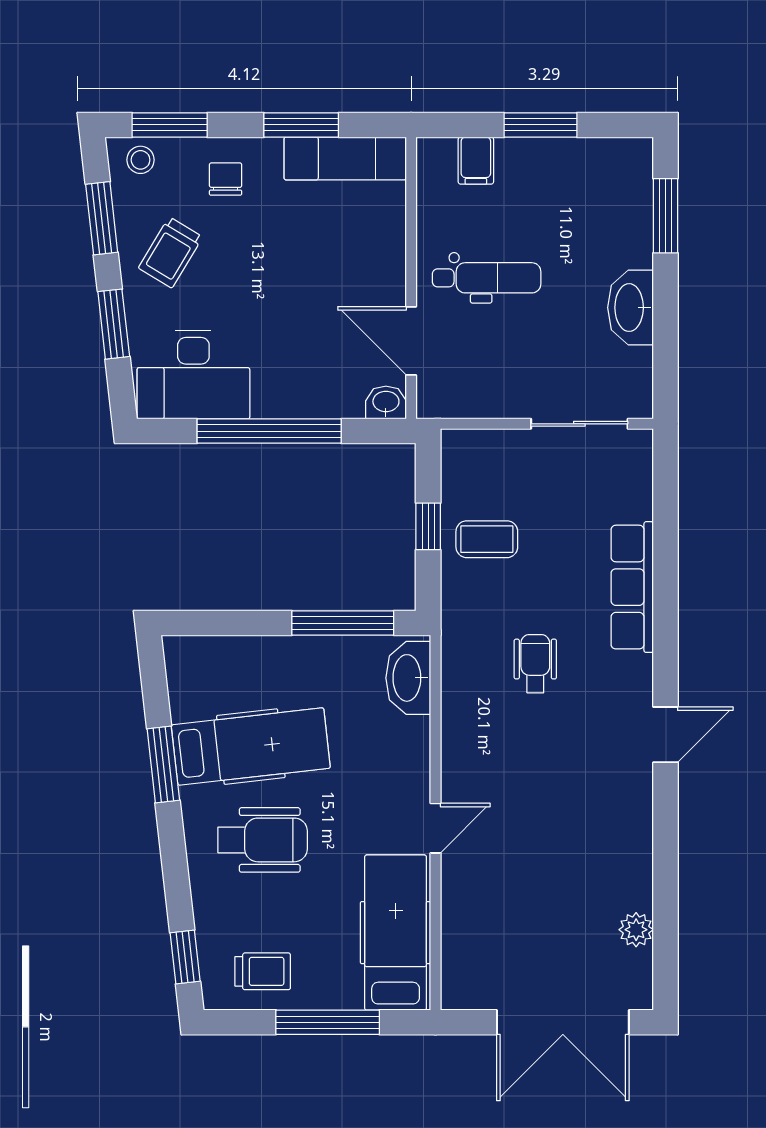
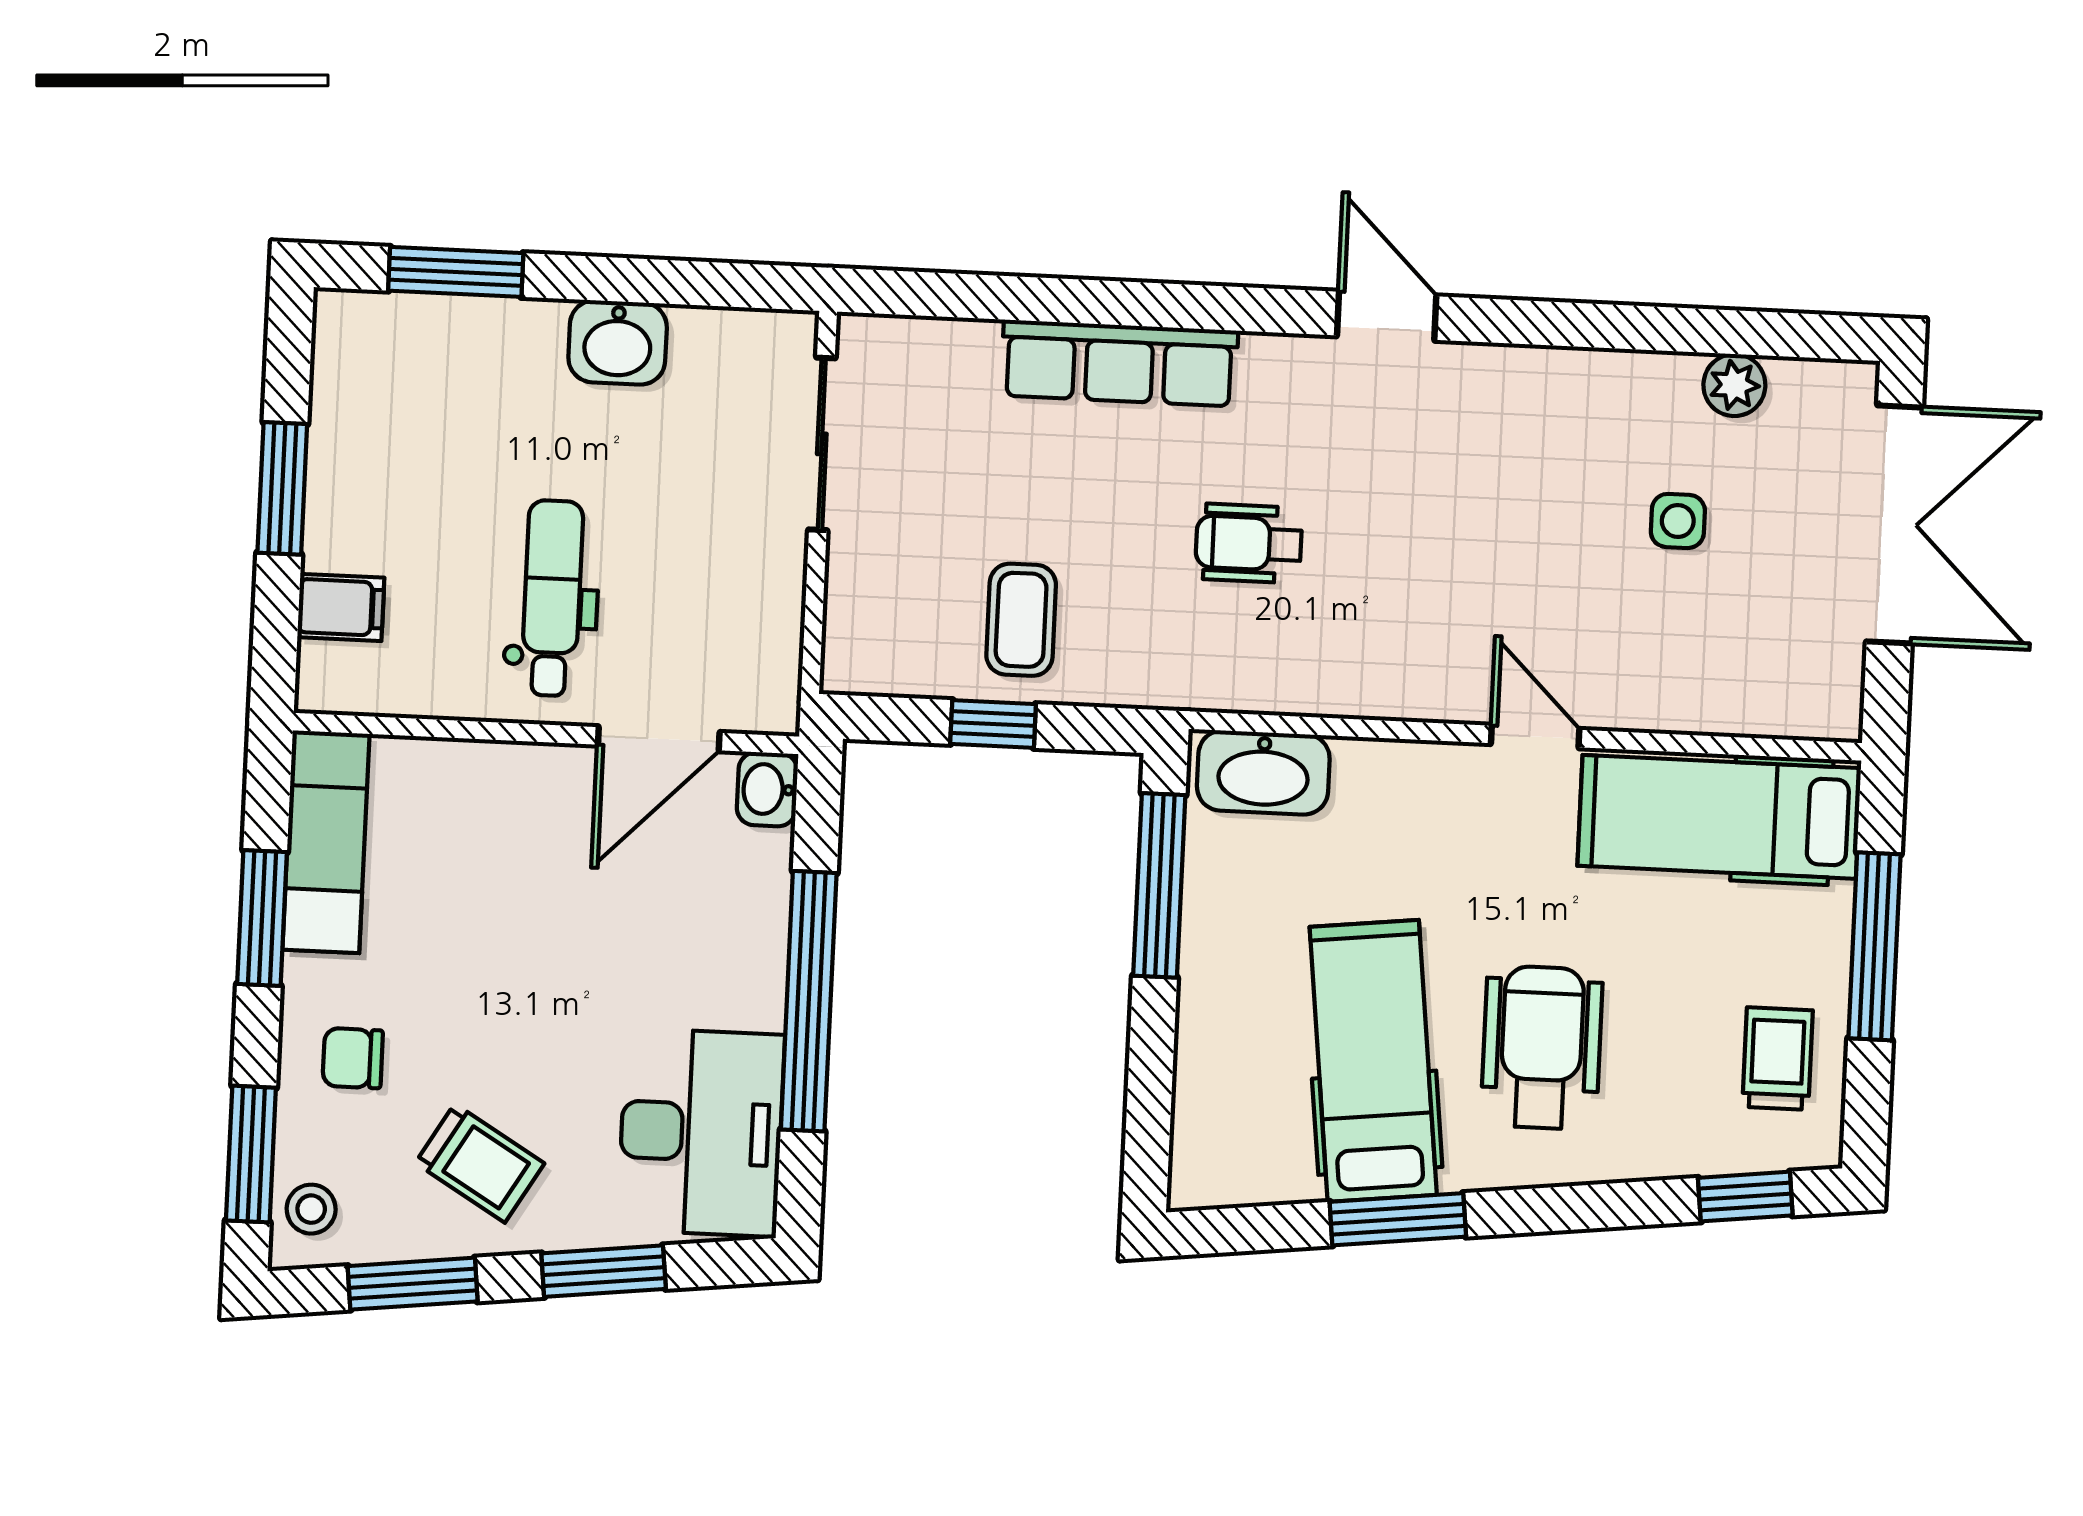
washbasin: (630, 308) -> (618, 342), width x0.72
side table: (559, 902) -> (1678, 521), added

